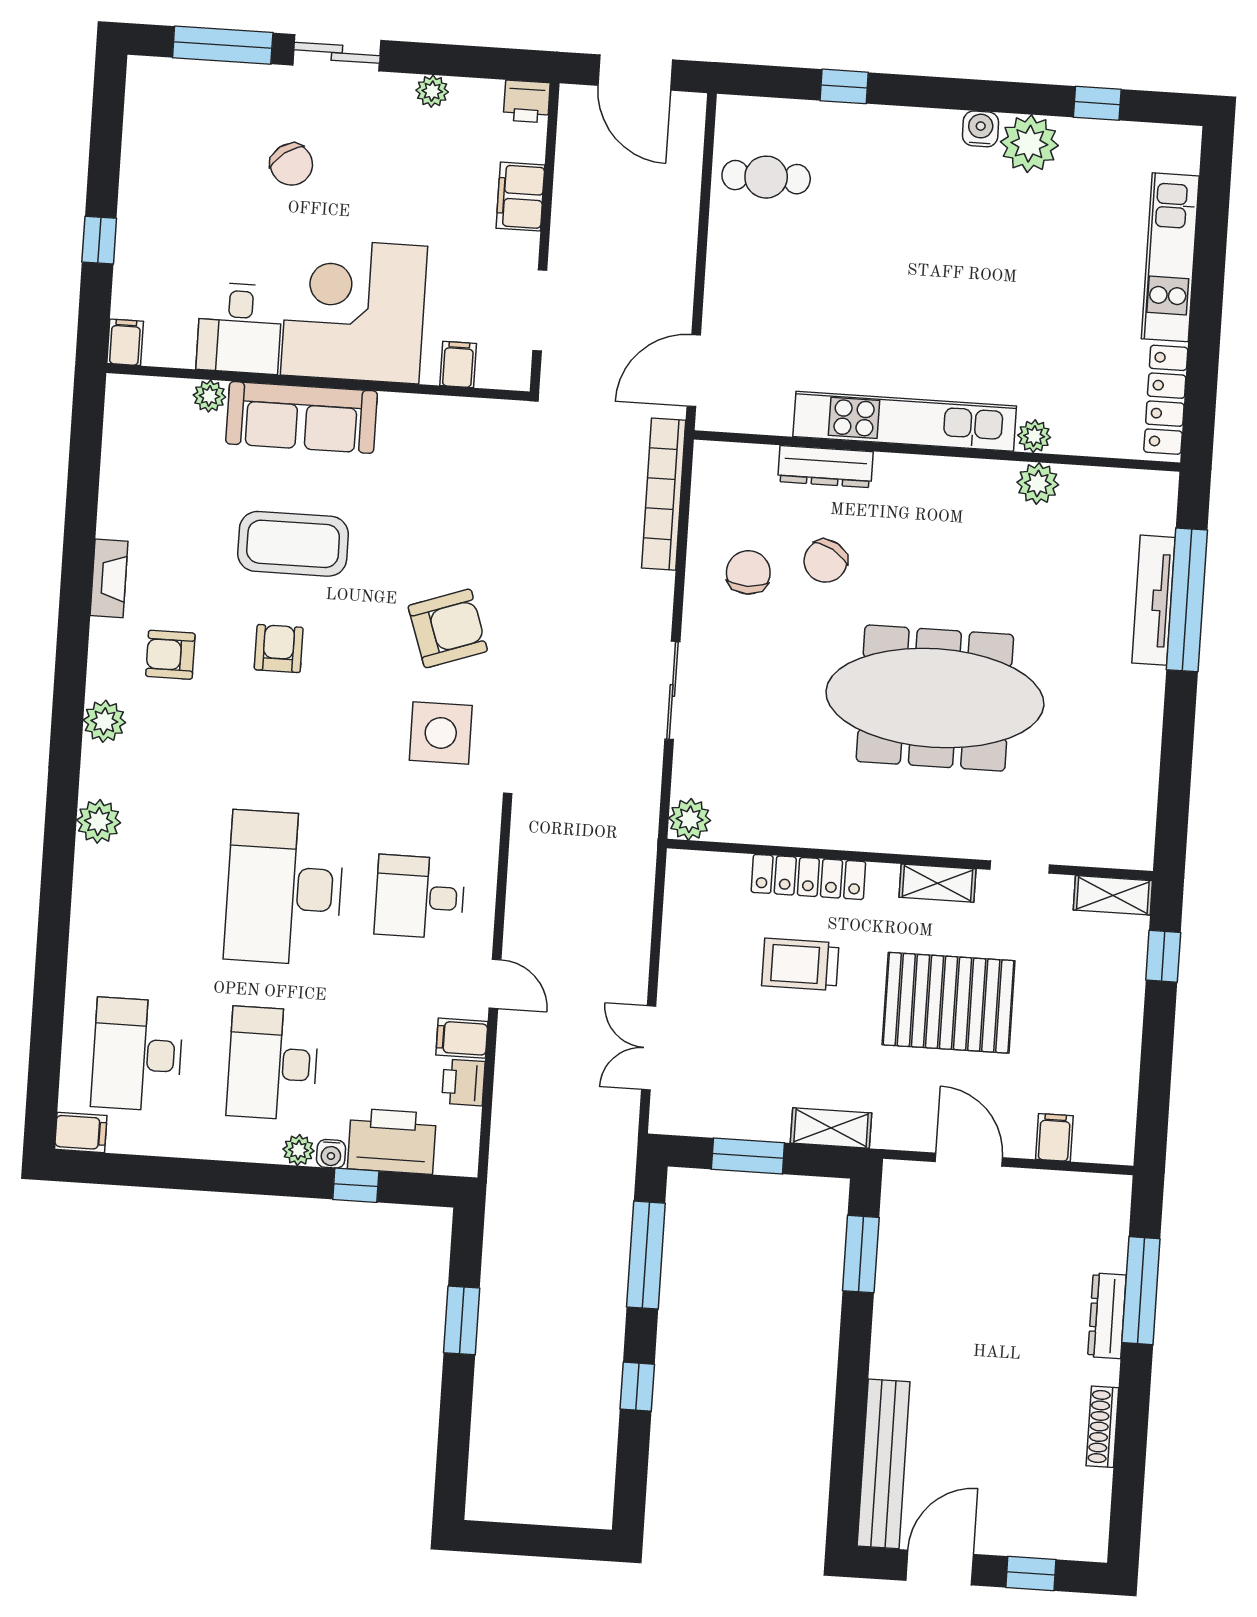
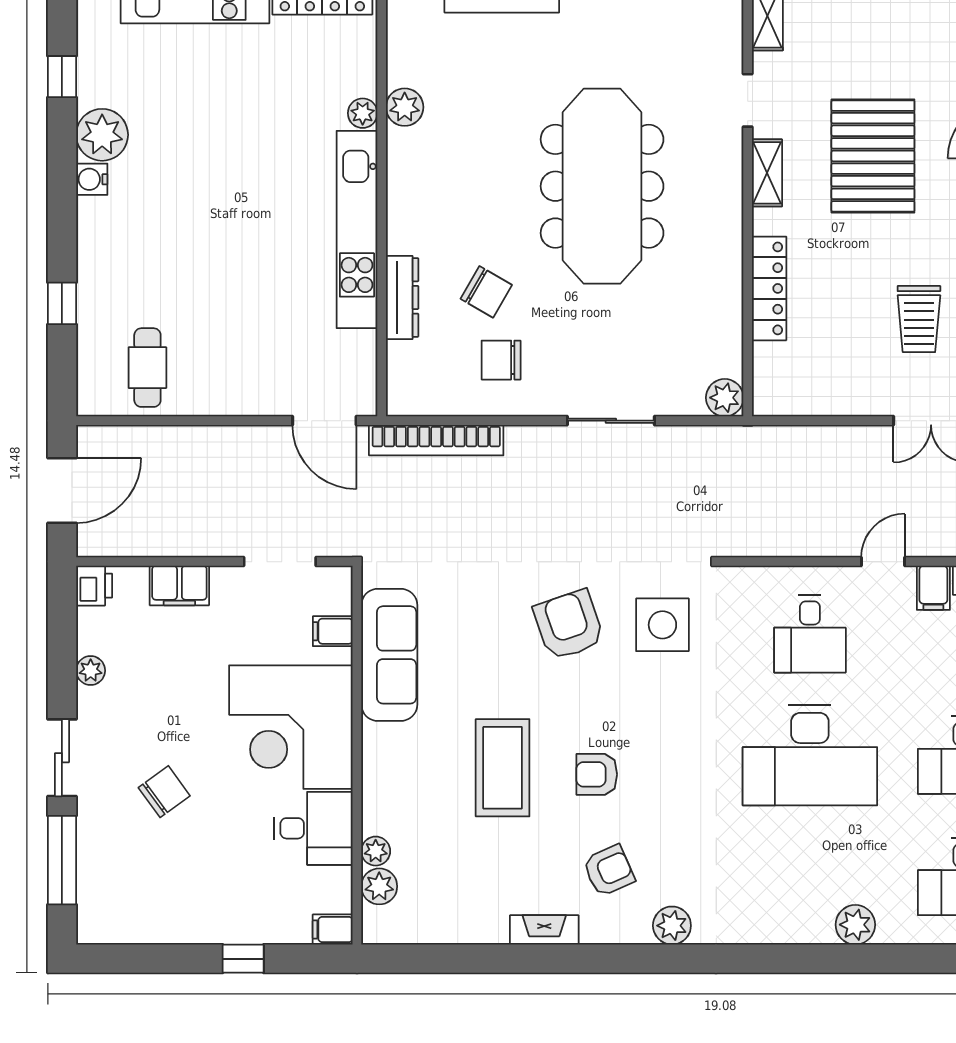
plant: (170, 397) -> (379, 886), added
sofa: (302, 417) -> (389, 655), moved
armchair: (170, 655) -> (609, 871), turned -114
plant: (99, 821) -> (855, 925), moved
trolley: (800, 964) -> (919, 319), moved

